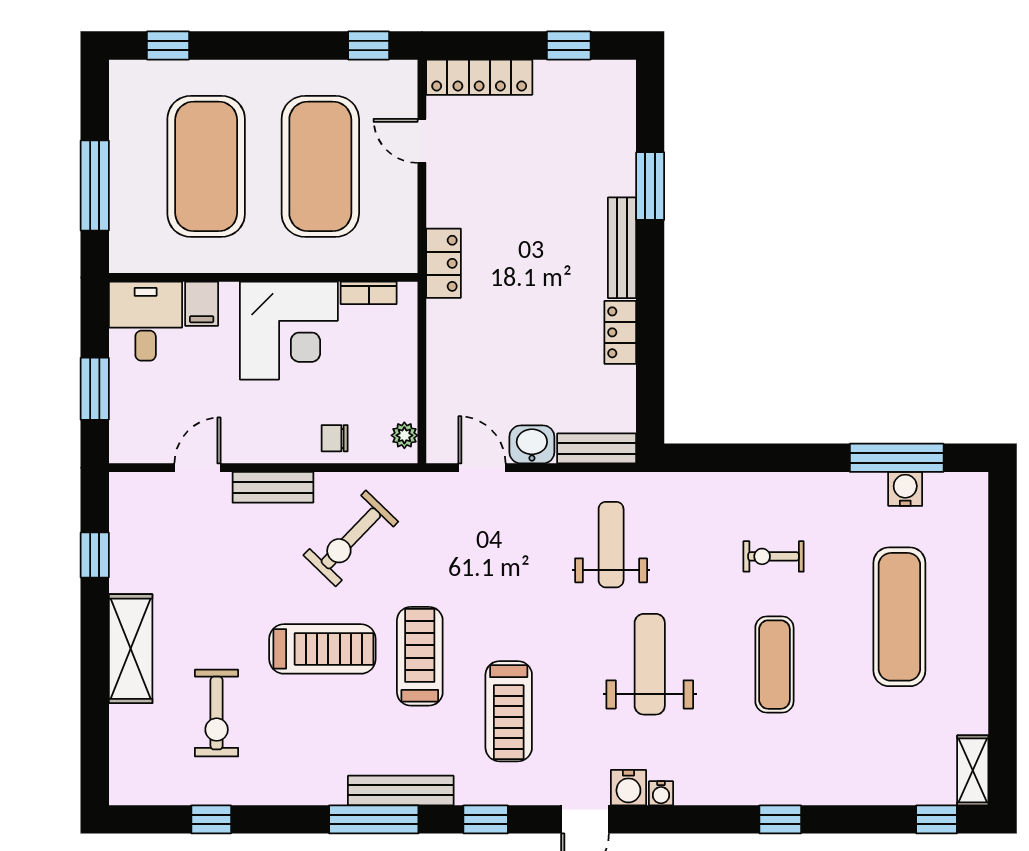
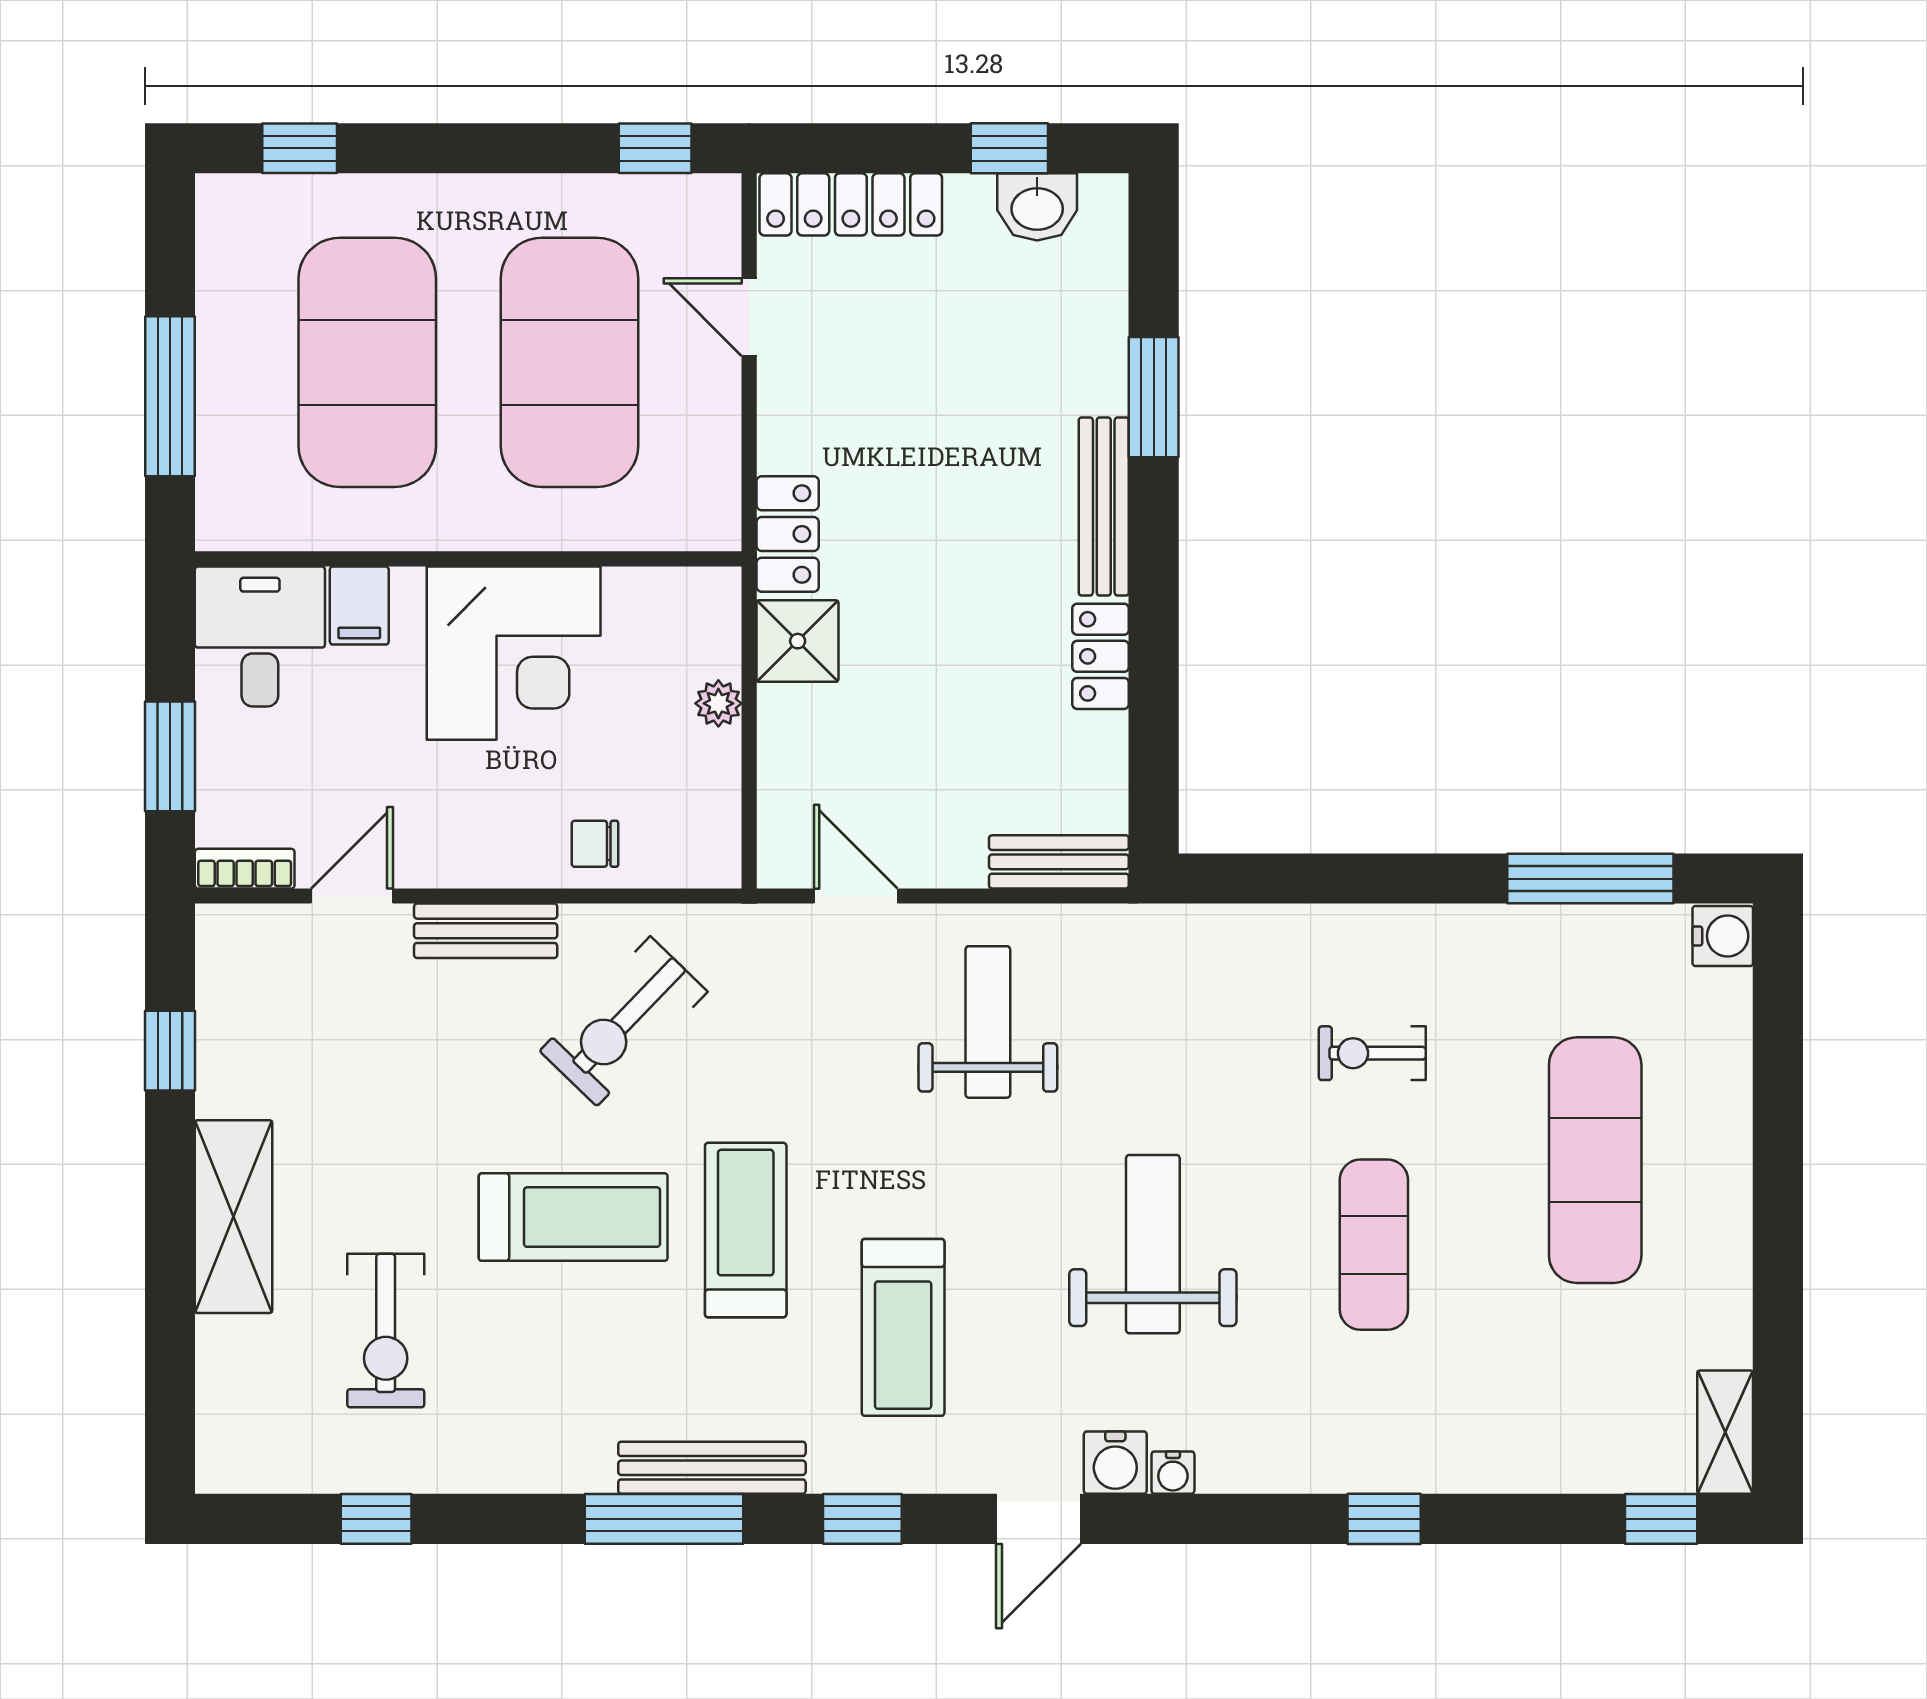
bookcase: (369, 293) -> (245, 869), moved, turned 180
shower: (449, 324) -> (798, 641), added
plant: (404, 435) -> (718, 703), moved
washbasin: (532, 444) -> (1037, 207), moved, turned 180
water cooler: (905, 489) -> (1723, 936), moved, turned 90
weight bench: (611, 545) -> (988, 1022), moved

